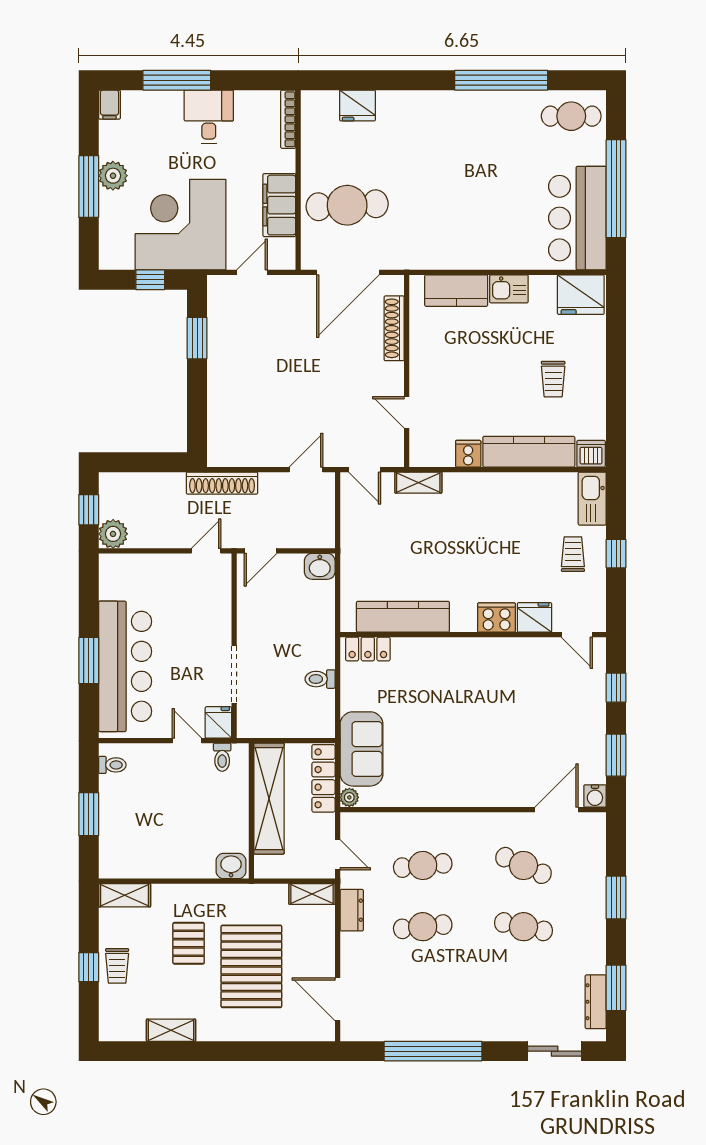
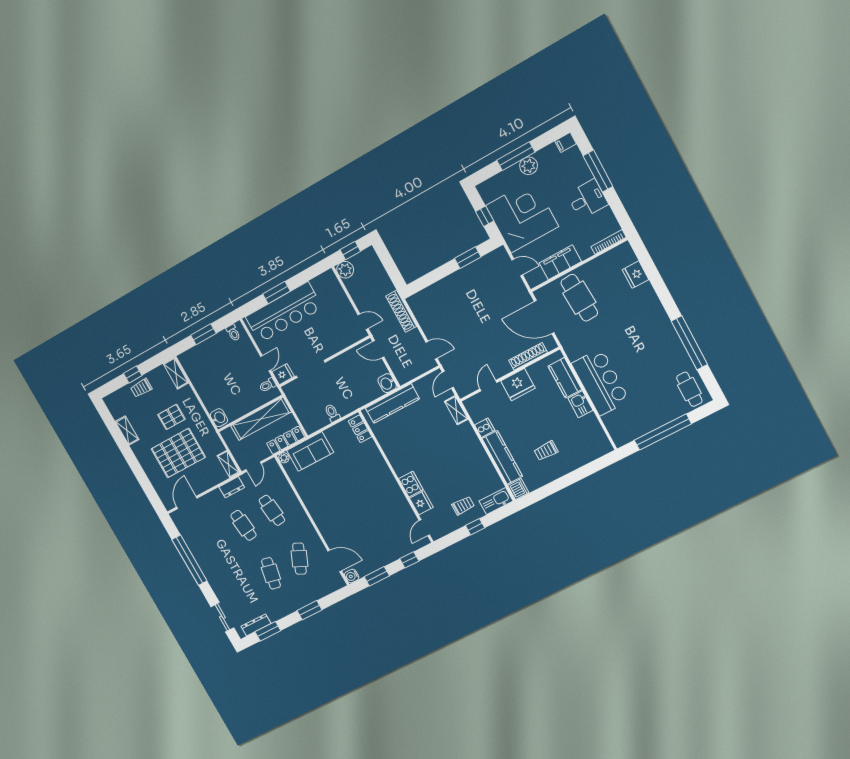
bar counter: (577, 218) -> (600, 382), moved, turned 90
fridge: (581, 295) -> (518, 385), moved, turned -90
kitchen counter: (403, 617) -> (392, 404), moved, turned 90

